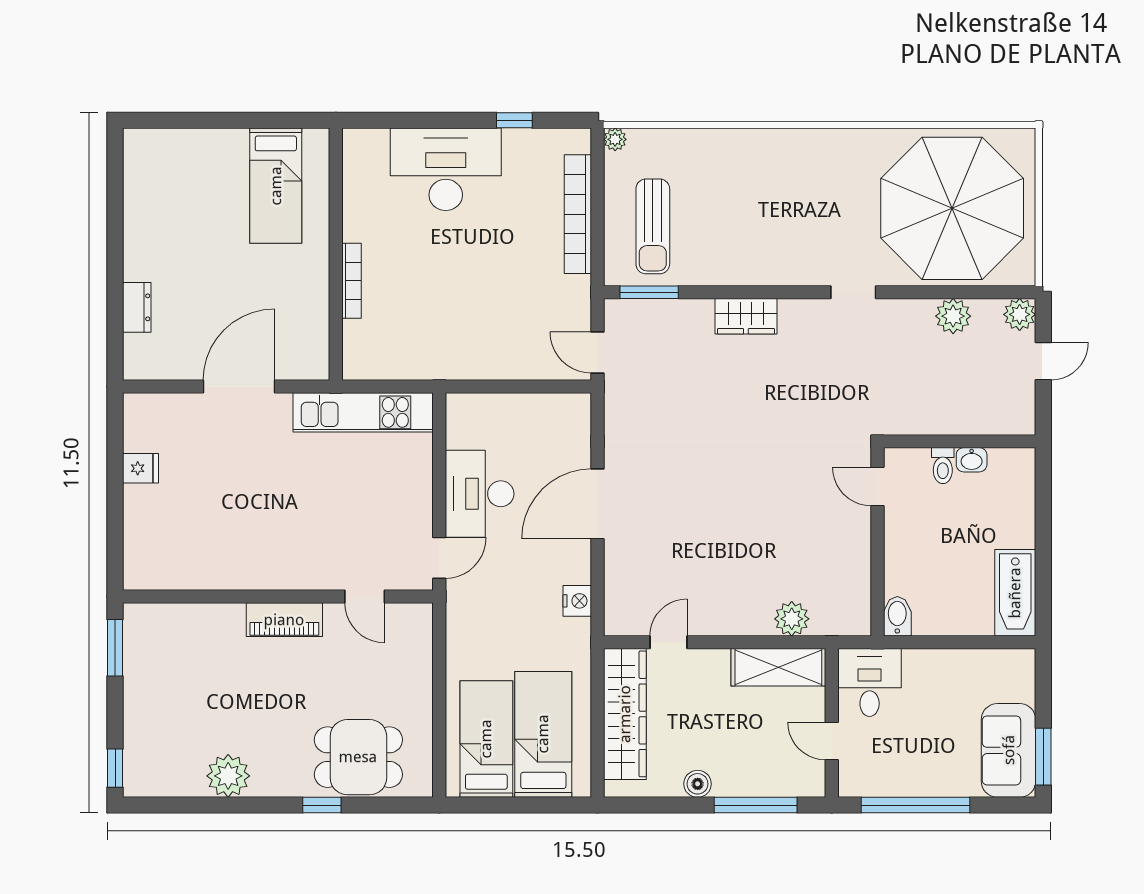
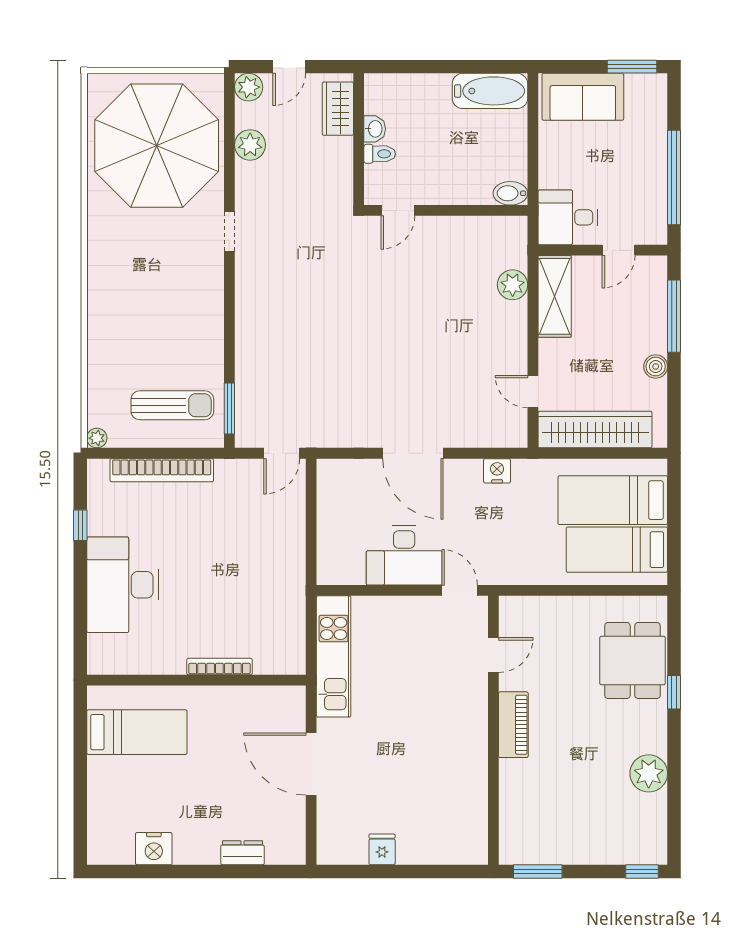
nightstand: (141, 205) -> (154, 849), added
wardrobe: (746, 316) -> (338, 109), moved, turned 180
door: (1043, 361) -> (289, 67), swing flipped
sofa: (1009, 750) -> (583, 97), moved

